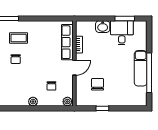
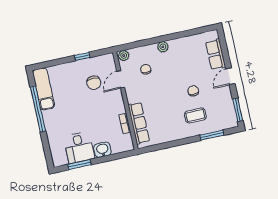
door: (74, 68) -> (121, 79), moved
exam couch: (141, 68) -> (44, 89), moved

